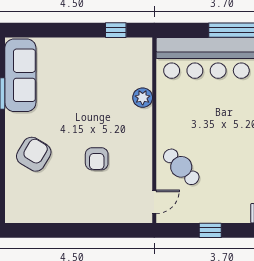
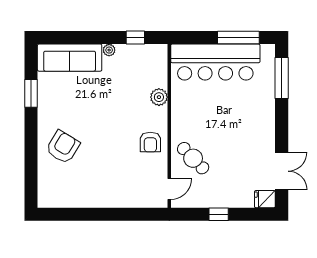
plant: (86, 44) -> (109, 50), added
sofa: (20, 75) -> (70, 58), moved, turned 90
armchair: (97, 159) -> (150, 142), moved

